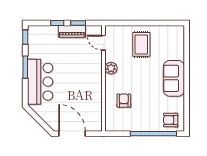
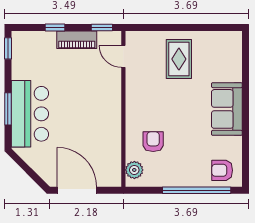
window: (78, 23) -> (102, 28), moved
window: (25, 67) -> (8, 109), moved
plant: (111, 68) -> (134, 170), moved

